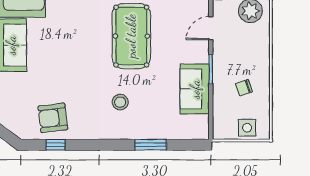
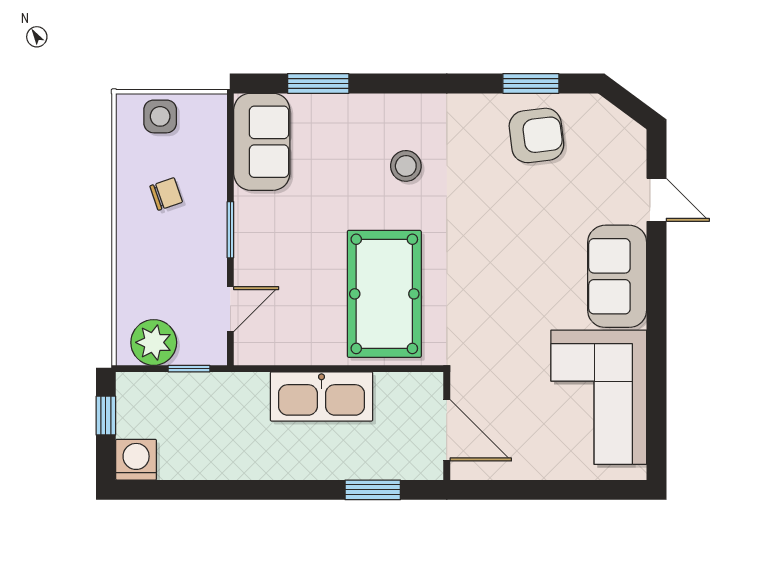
sofa: (195, 89) -> (262, 142), moved
window: (56, 145) -> (531, 83), width x1.50
window: (151, 145) -> (318, 83), moved

